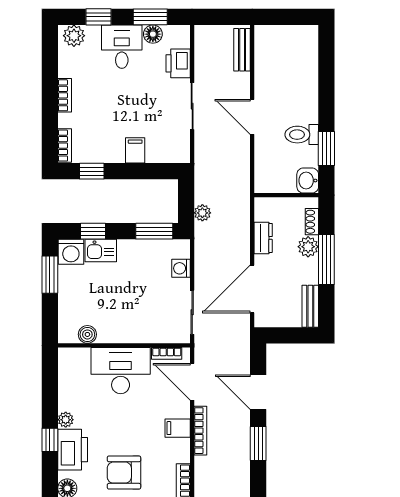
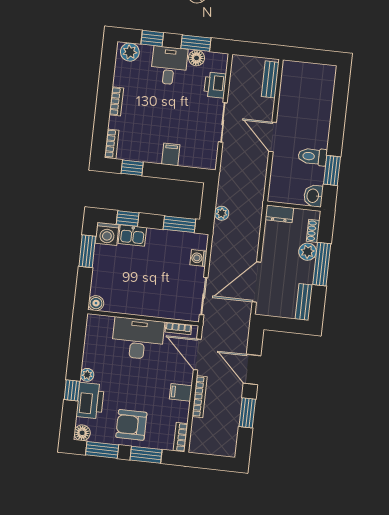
dresser: (263, 238) -> (279, 214), moved, turned 90
boiler: (87, 334) -> (96, 303), moved

